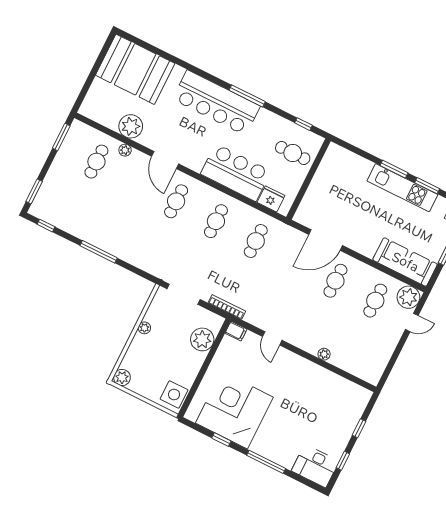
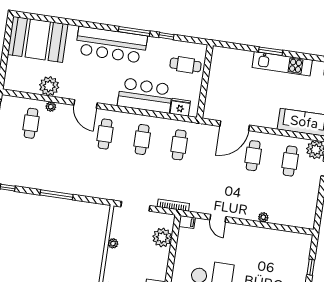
window: (303, 124) -> (166, 36), moved
window: (427, 186) -> (301, 56), removed

